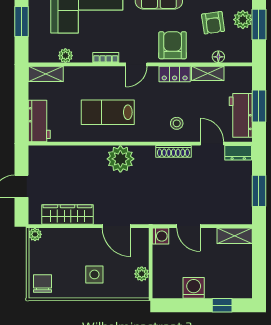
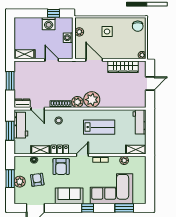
window: (22, 22) -> (150, 180), removed
plant: (145, 155) -> (77, 102), added
washing machine: (161, 236) -> (68, 38), moved
window: (222, 305) -> (53, 13), moved

